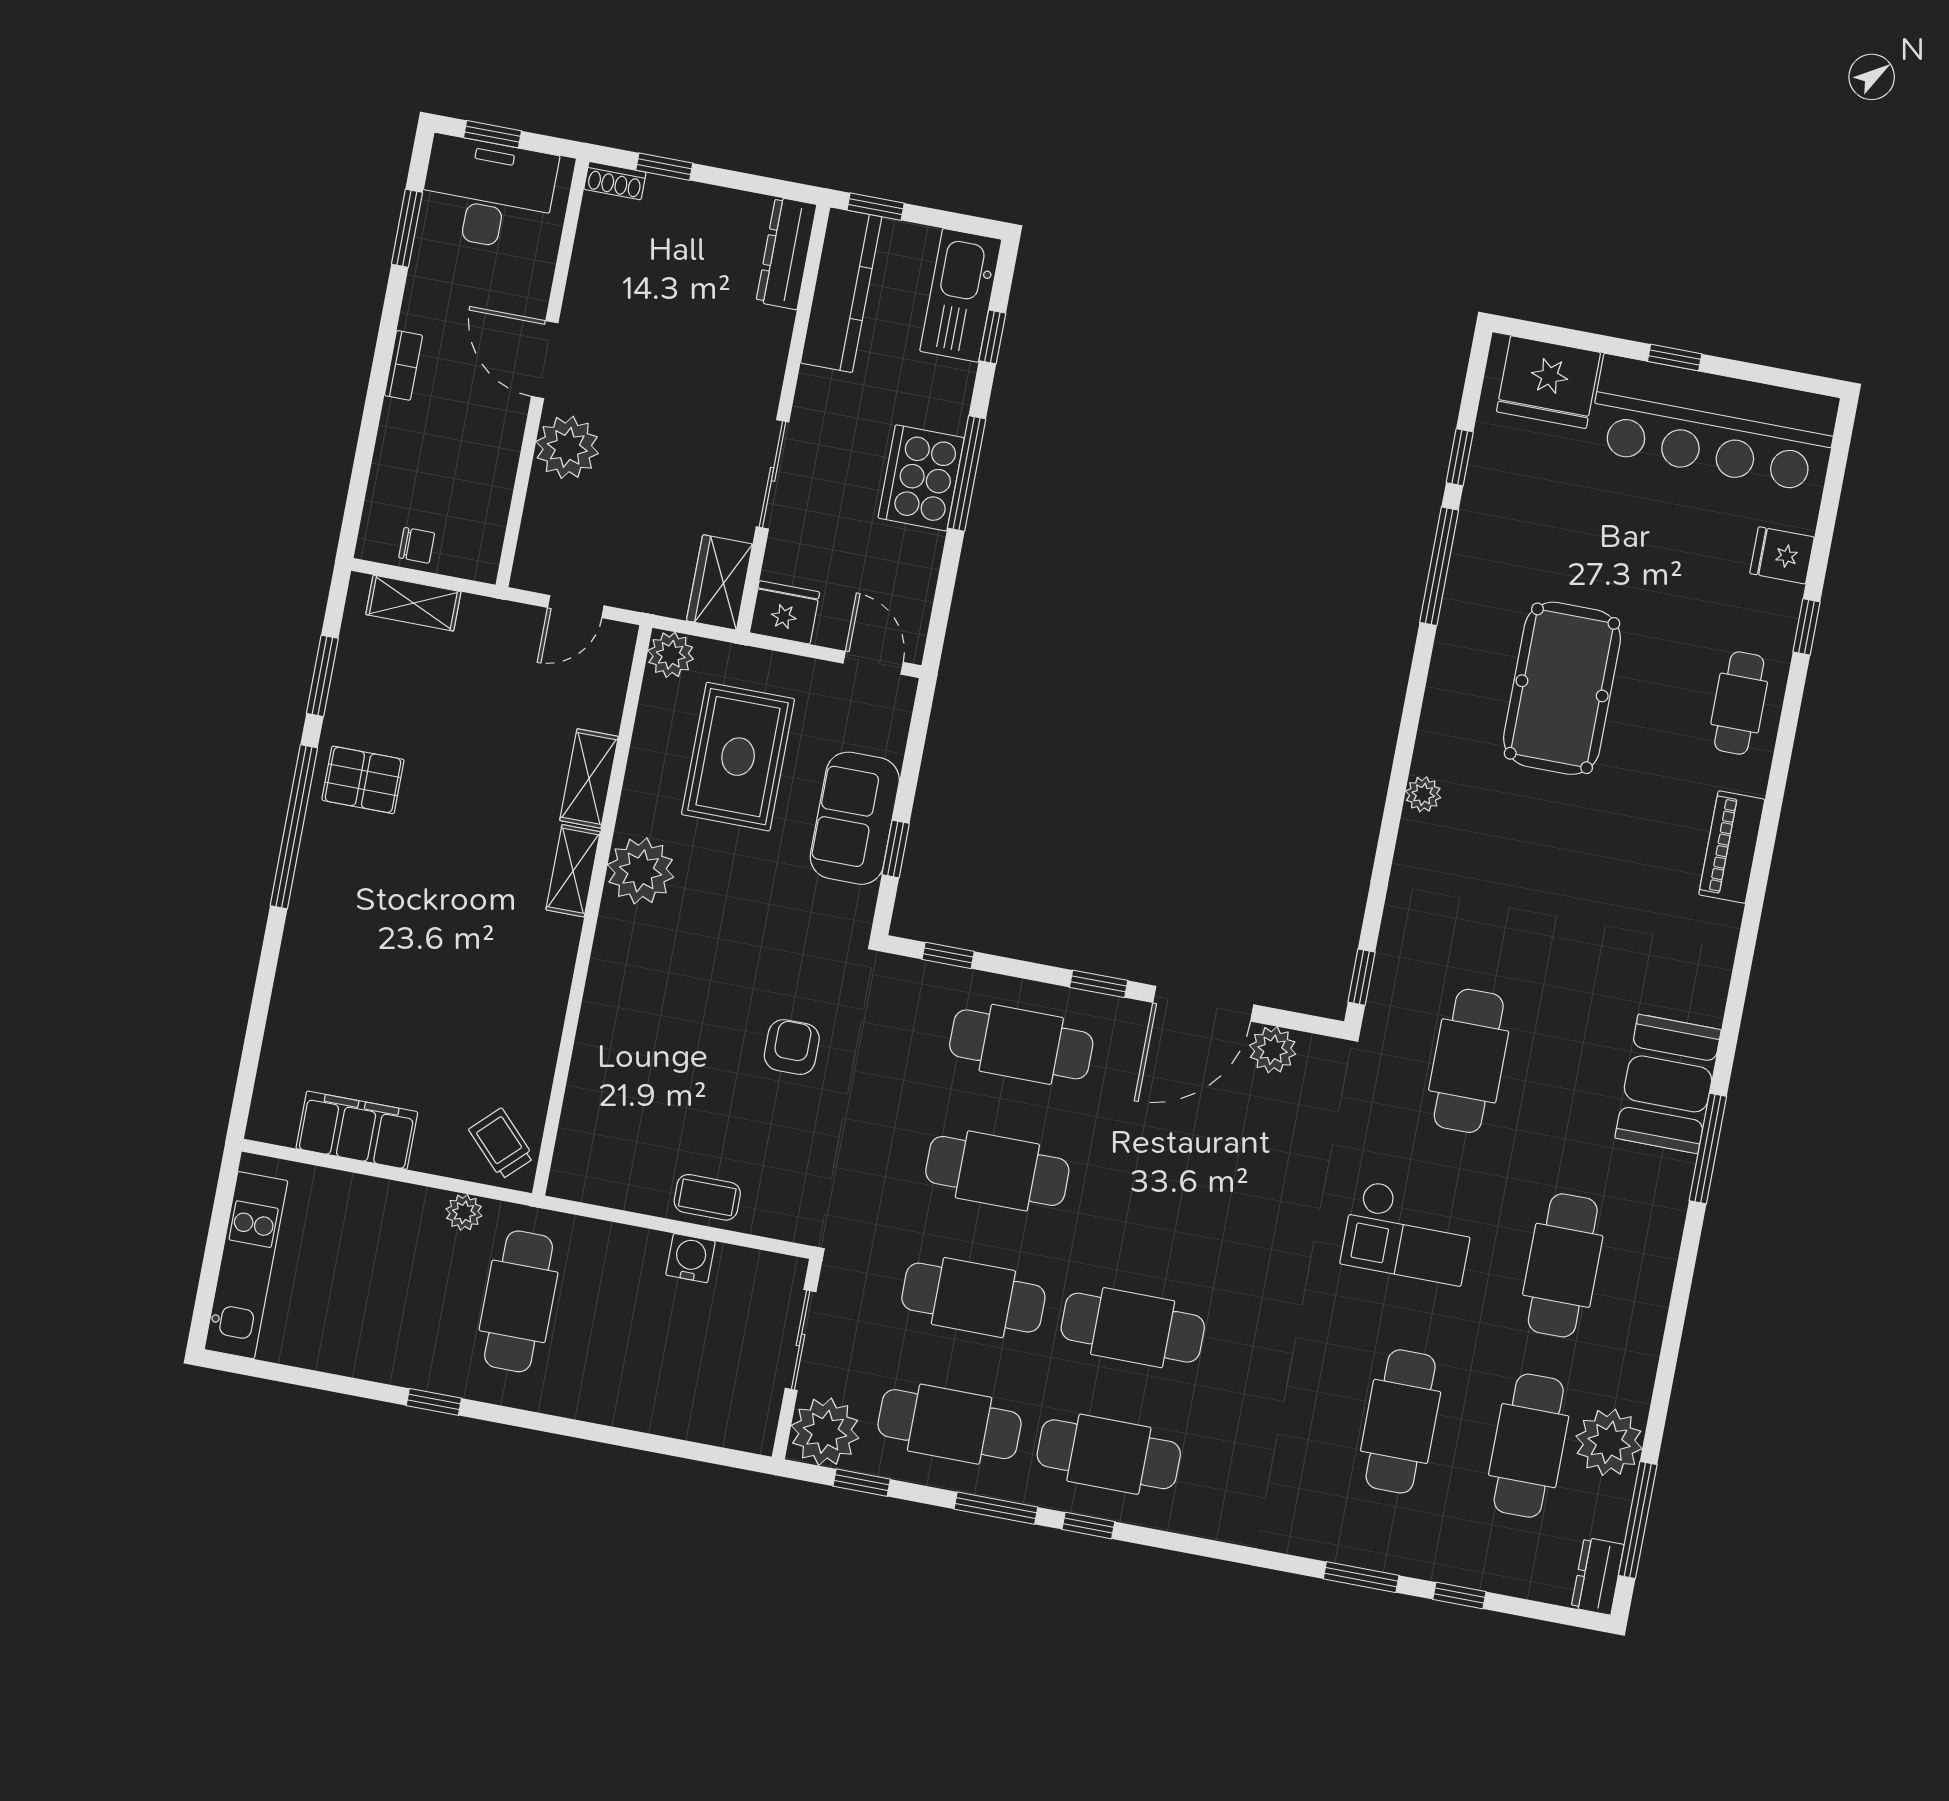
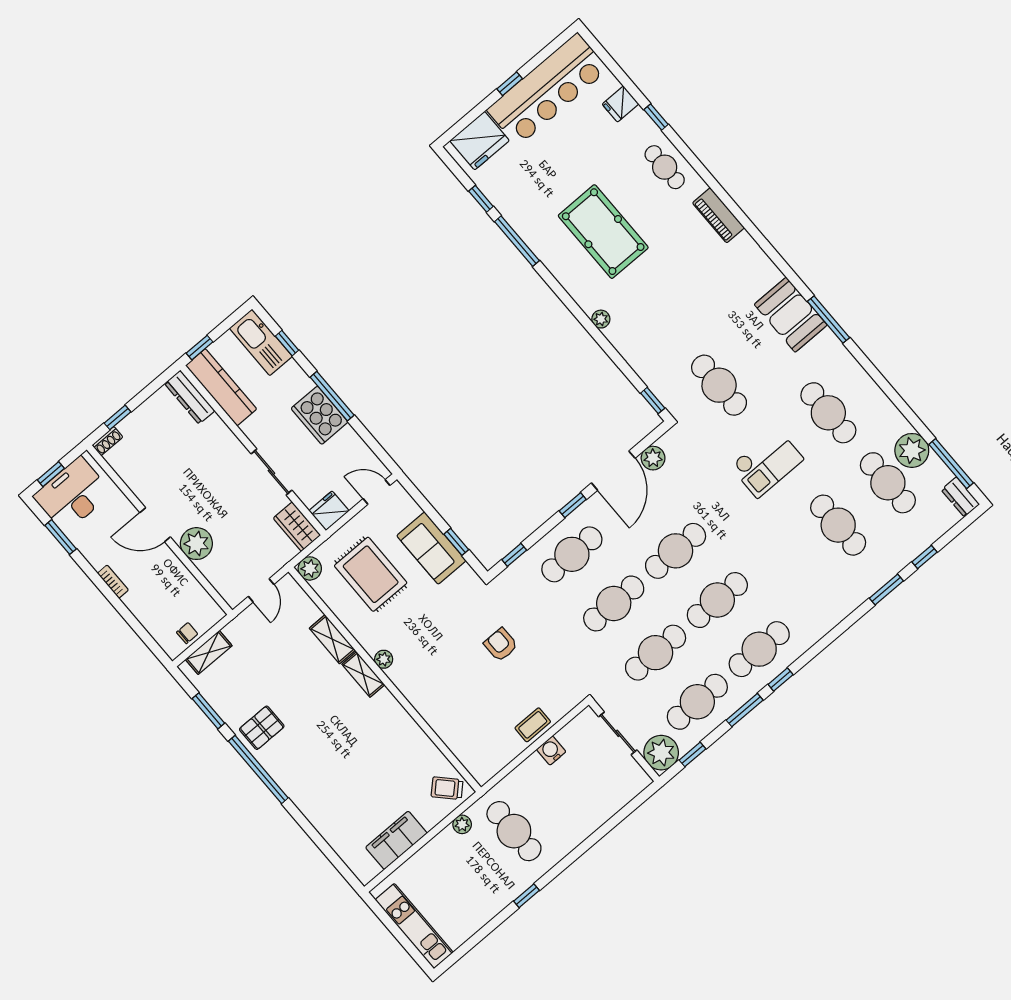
plant: (641, 871) -> (384, 659), width x0.53, depth x0.53
cafe table: (1157, 1201) -> (676, 551), added

